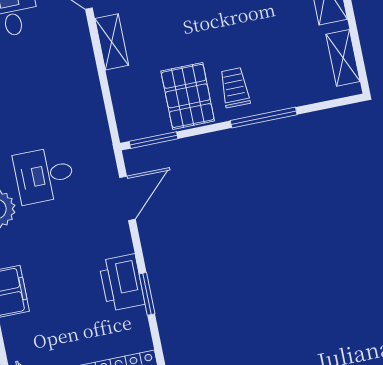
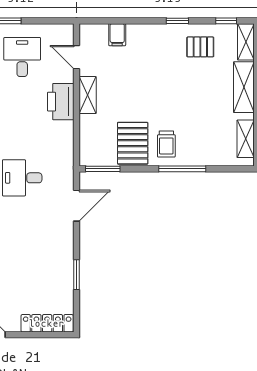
trolley: (235, 88) -> (166, 144), turned 180
printer: (122, 283) -> (61, 102), moved

